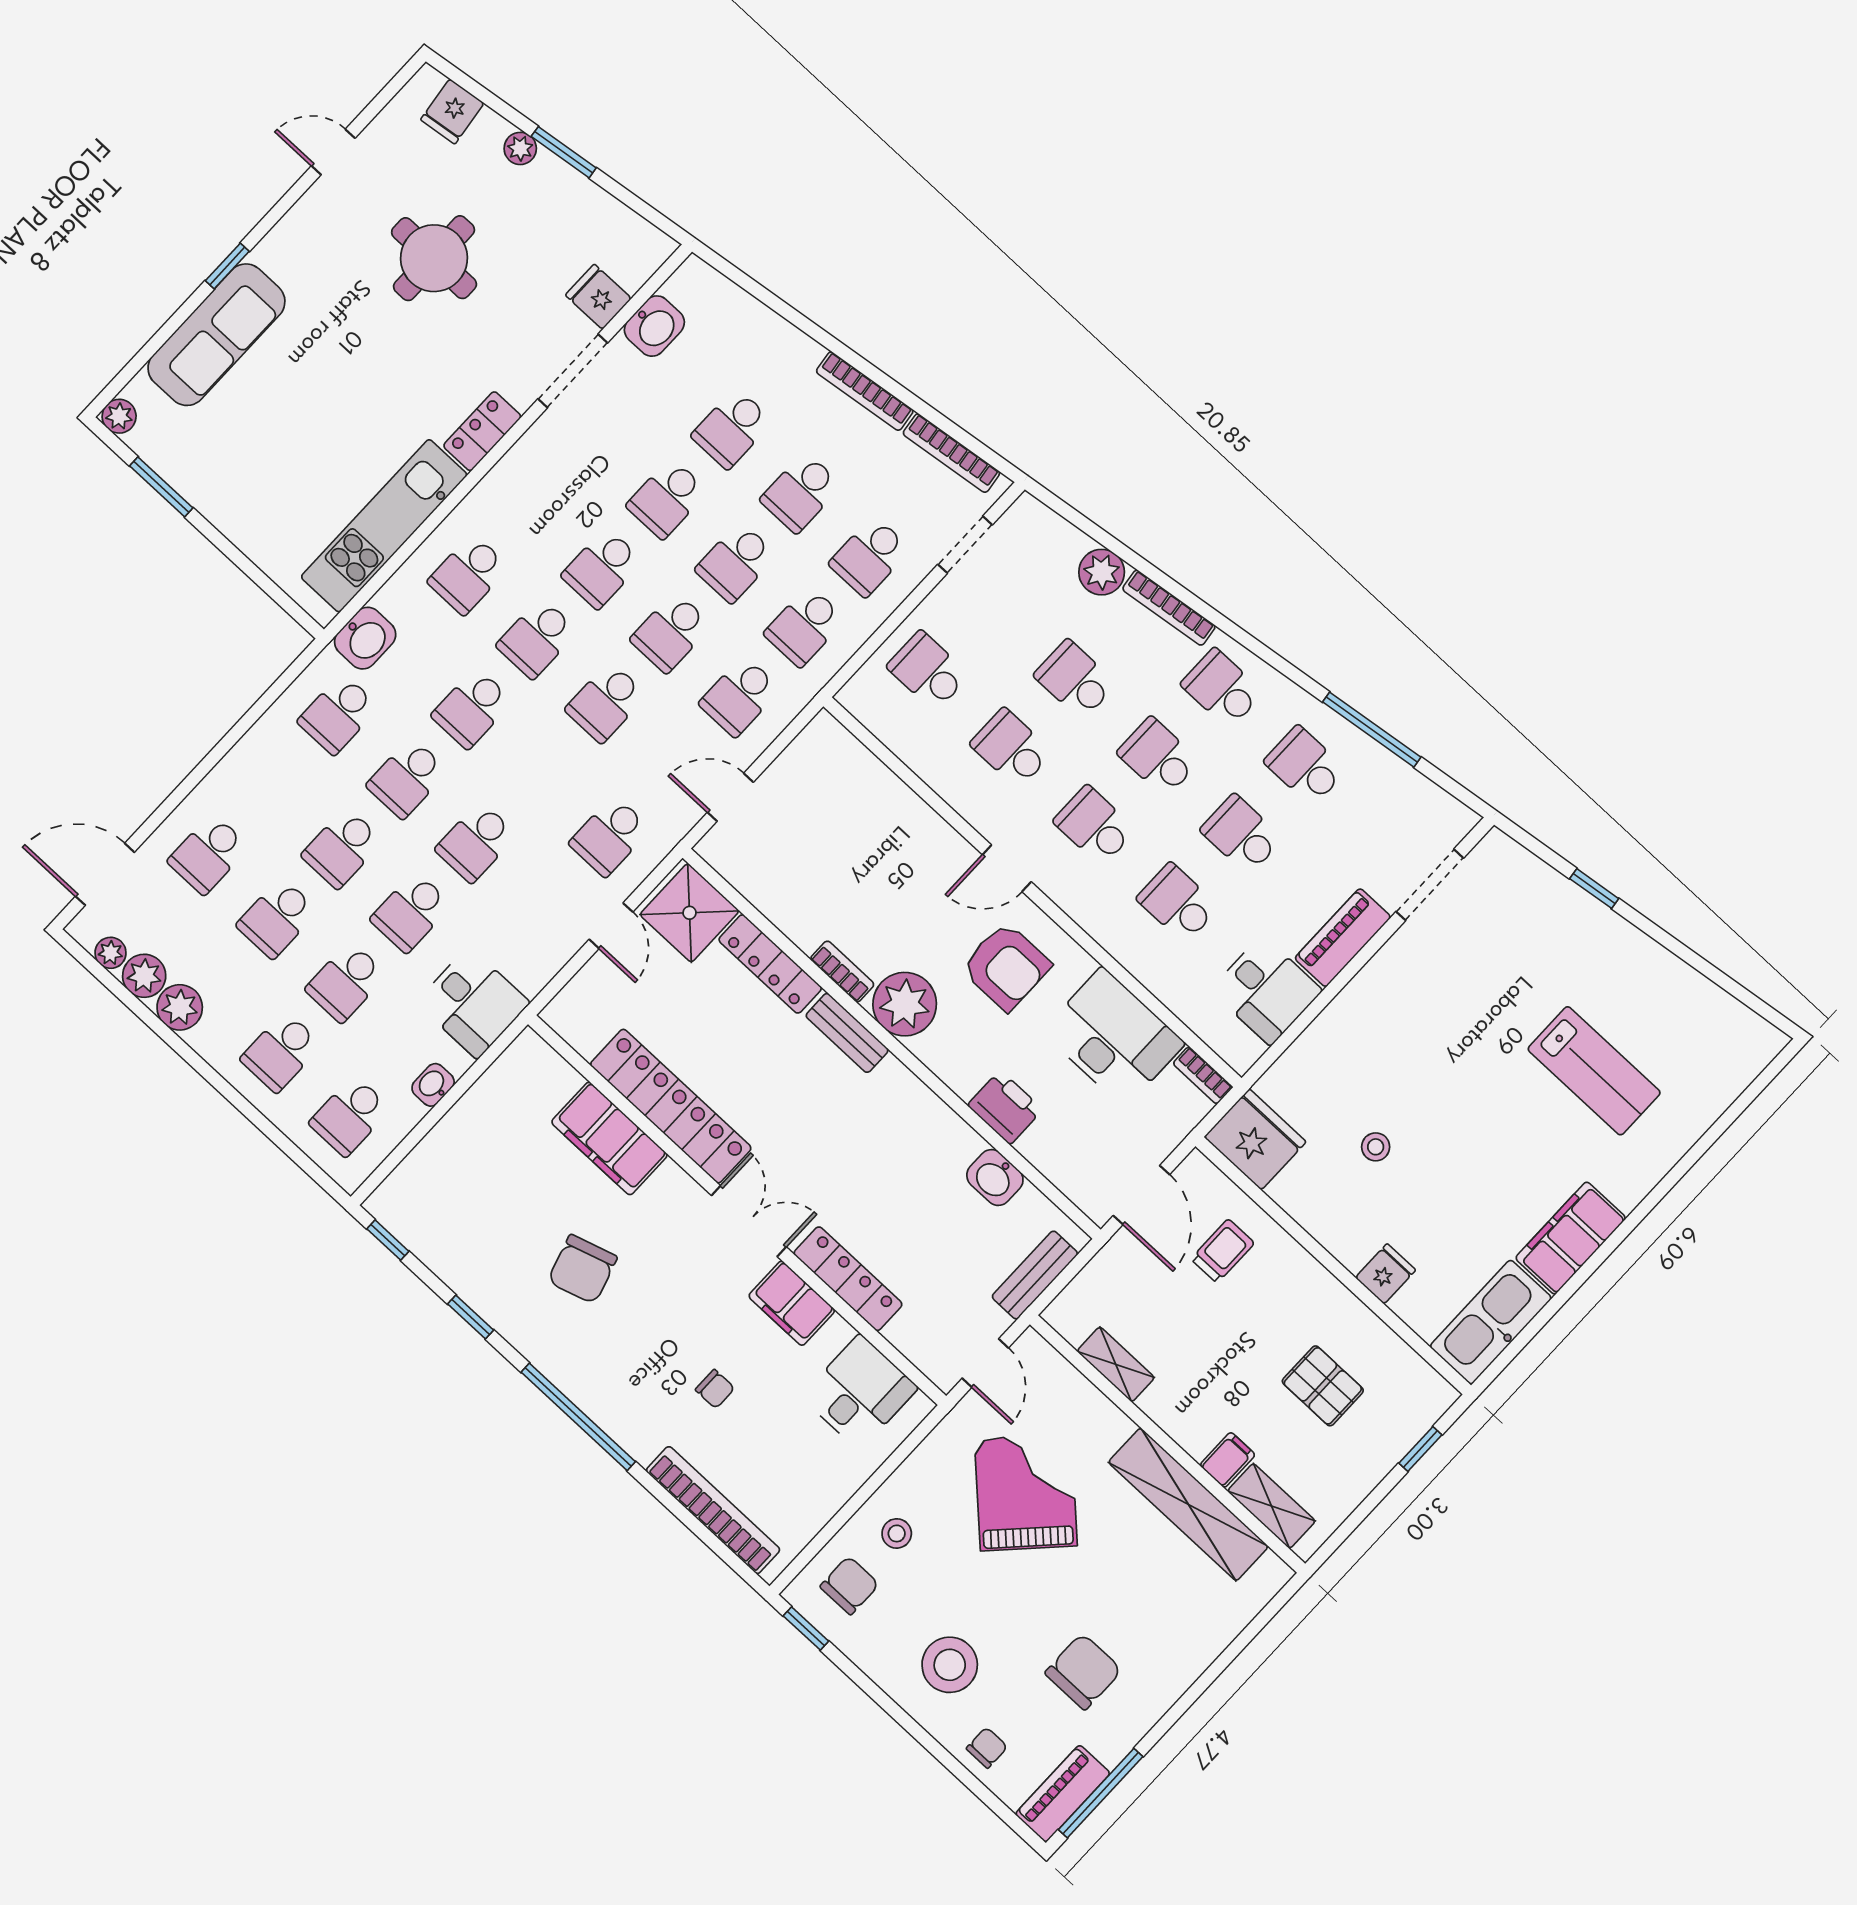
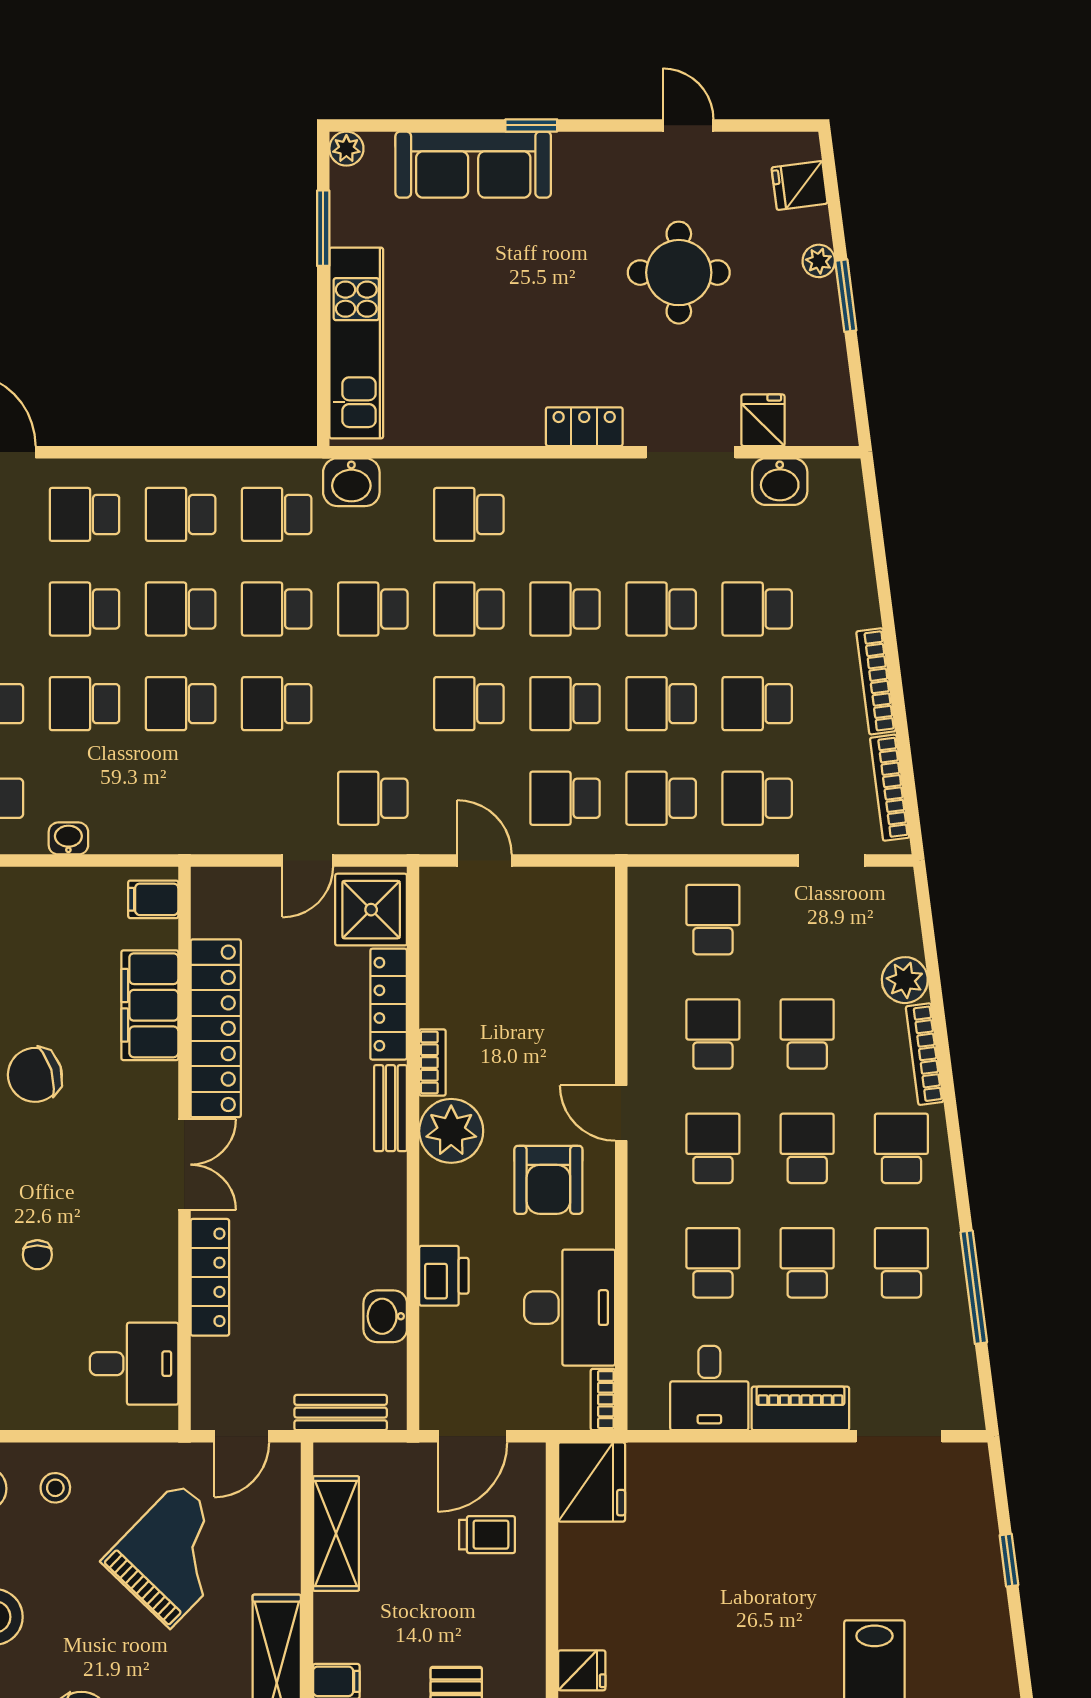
kitchen unit: (384, 526) -> (356, 343), moved, turned 90
school desk: (273, 784) -> (181, 514), added
desk: (473, 1003) -> (156, 812), removed
stool: (1376, 1147) -> (669, 1576), removed
filing cabinet: (792, 1303) -> (153, 899), moved, width x0.50
shelving: (1116, 1364) -> (336, 1533), width x1.50, depth x1.33

